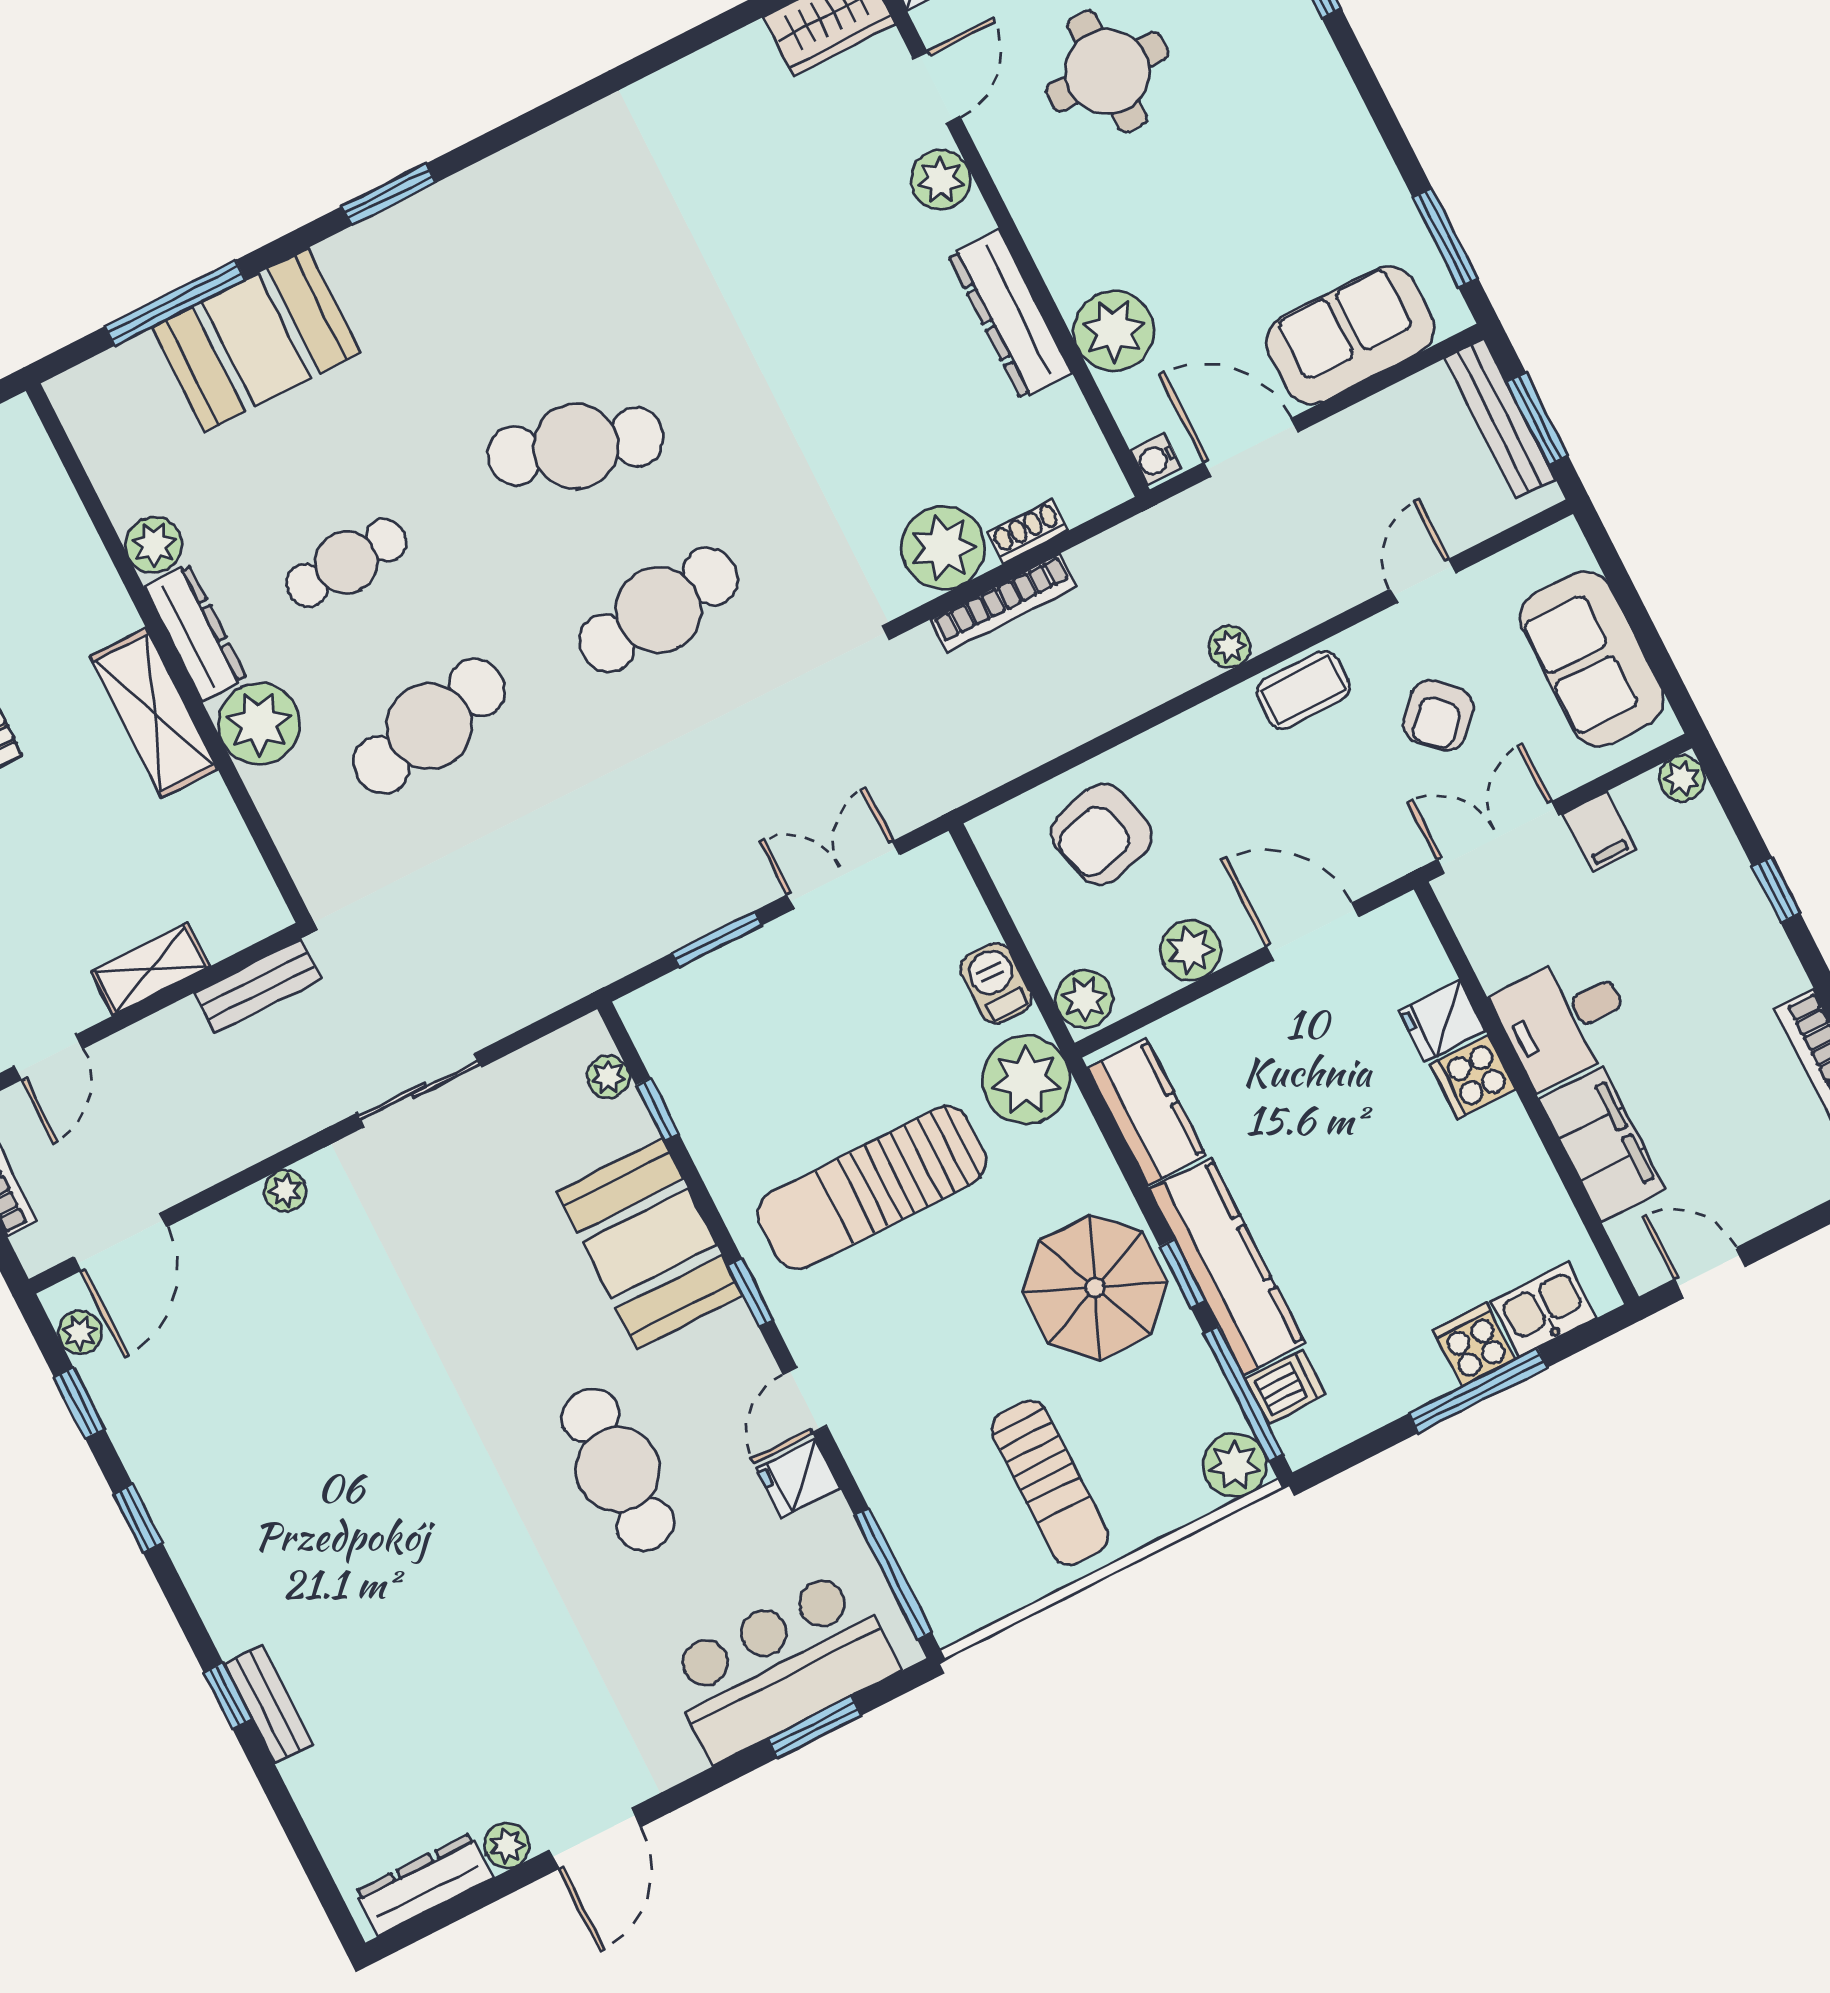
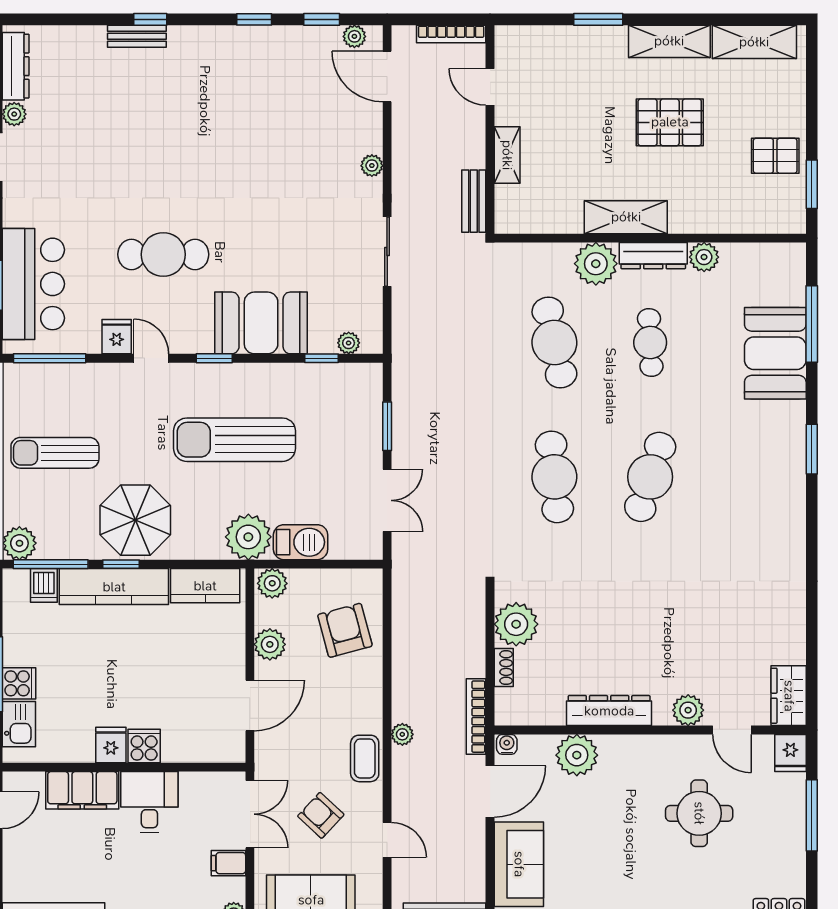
bookcase: (1003, 603) -> (476, 717), moved
barbecue: (996, 983) -> (301, 542), width x1.38, depth x1.27
fridge: (1442, 1021) -> (111, 745), moved
sun lounger: (872, 1188) -> (235, 440), turned -90

